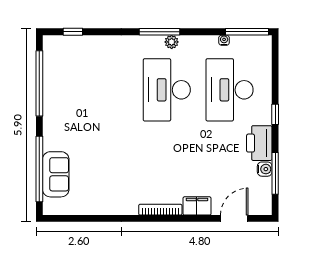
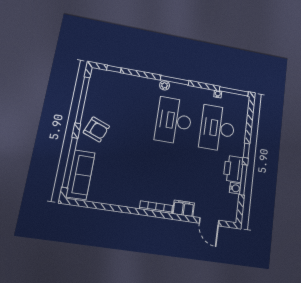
plant: (172, 42) -> (165, 85), moved
armchair: (65, 120) -> (96, 129), added
window: (275, 173) -> (243, 180), moved
sofa: (56, 174) -> (80, 175), width x1.36
door: (234, 218) -> (209, 222), swing flipped

